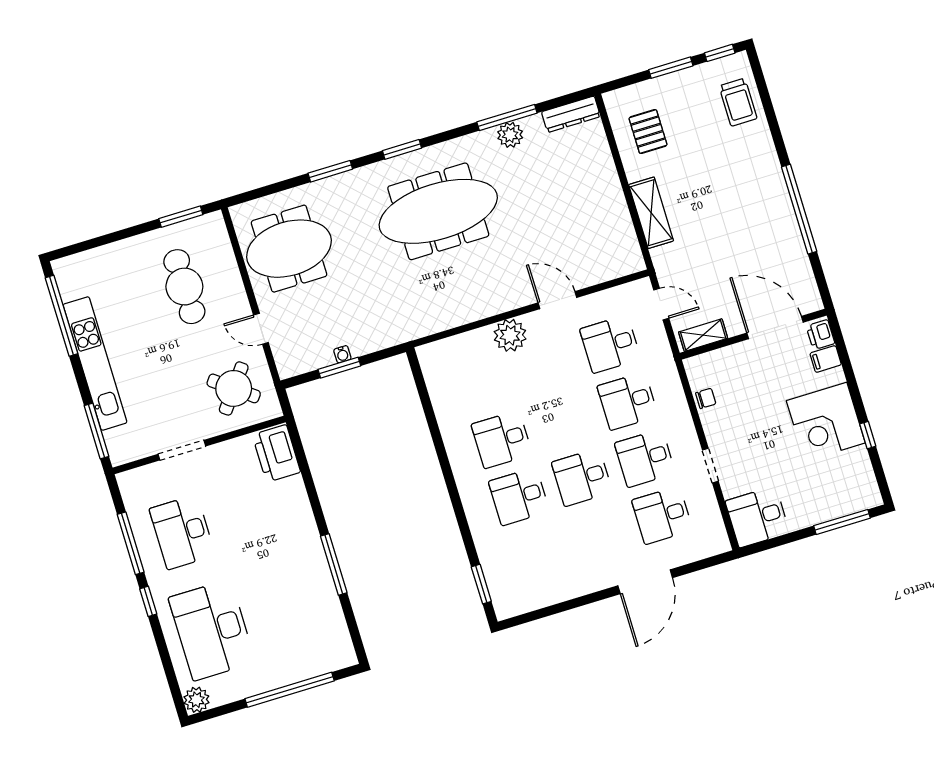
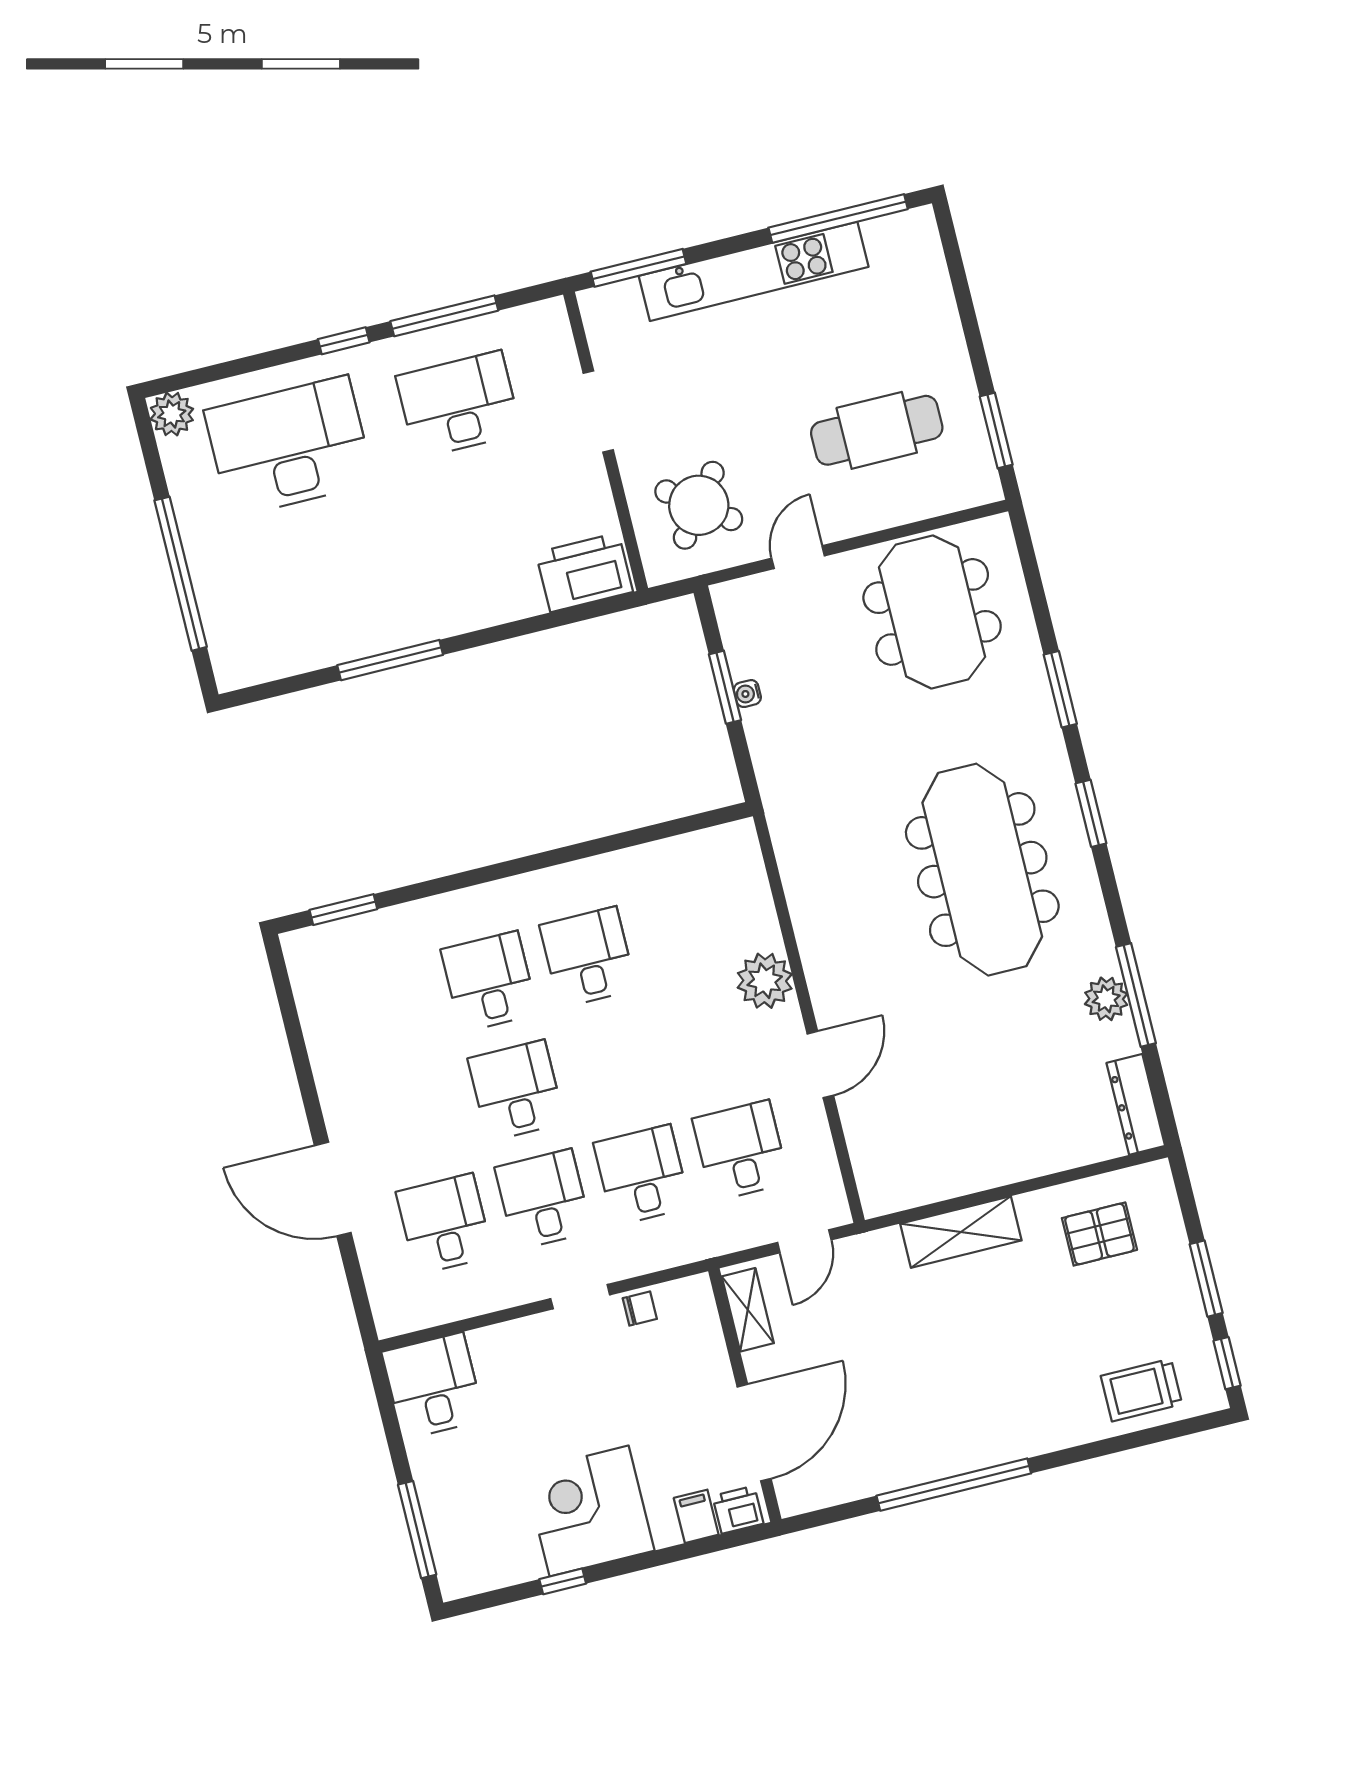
chair: (706, 398) -> (640, 1309), turned -90
doorway: (710, 466) -> (580, 1297), moved

